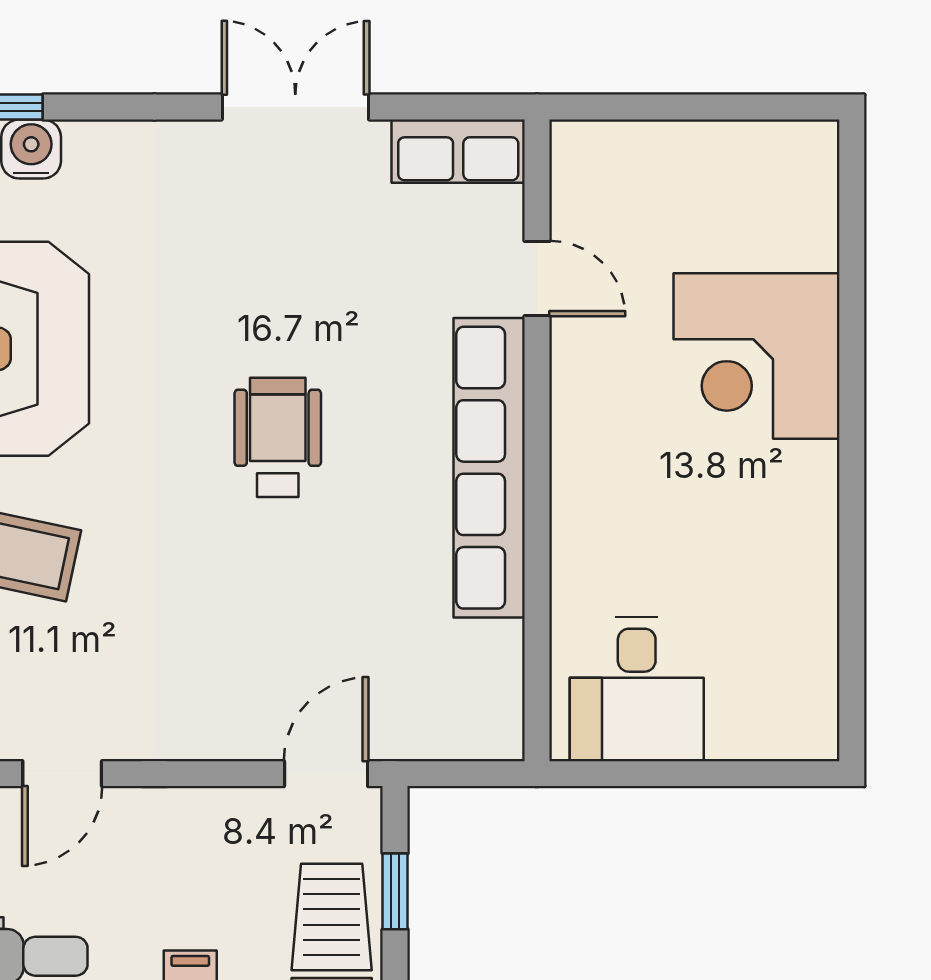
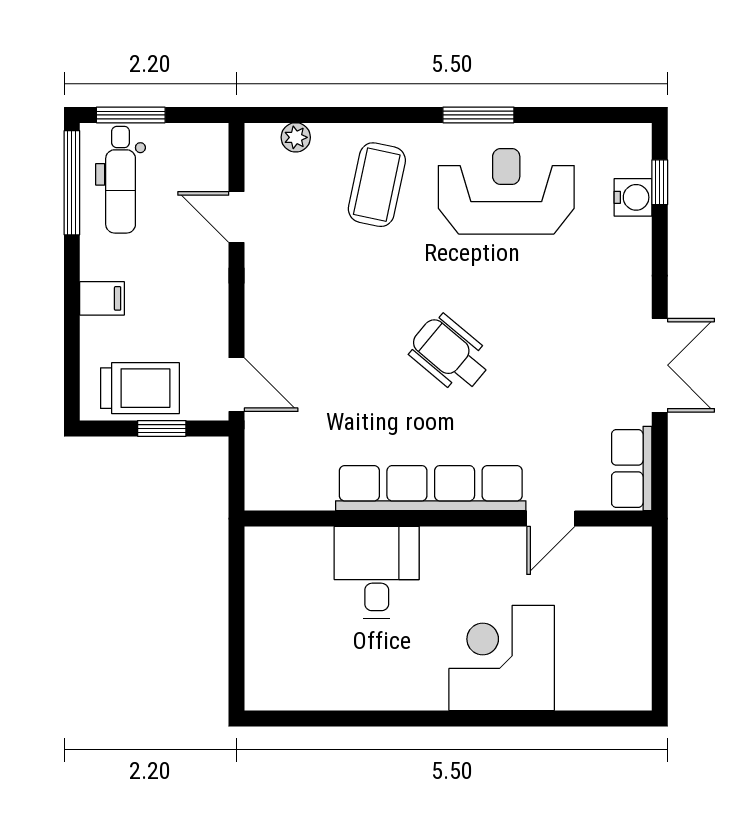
wheelchair: (278, 437) -> (450, 354), turned -140
desk: (637, 689) -> (377, 572), moved, turned 90

